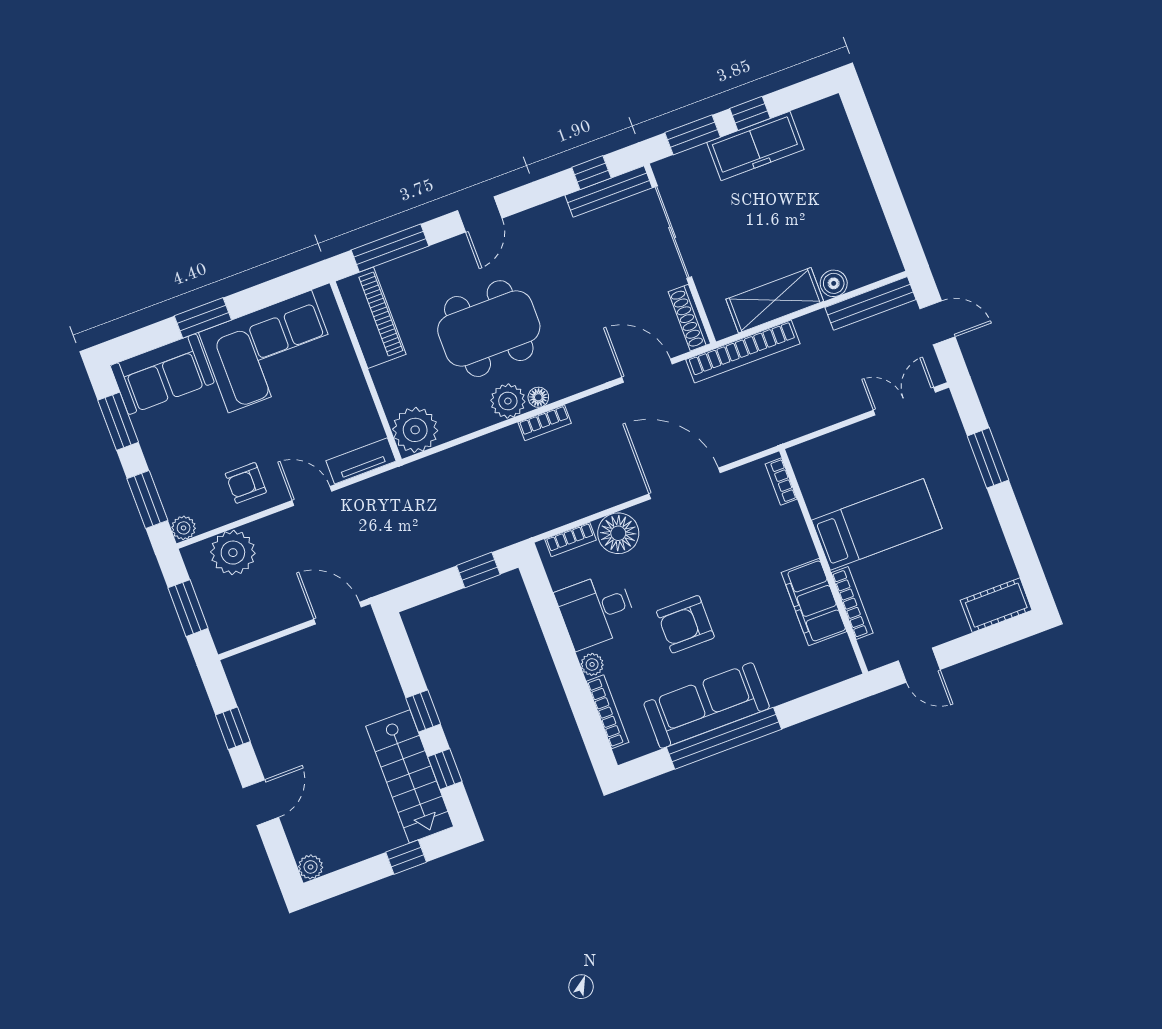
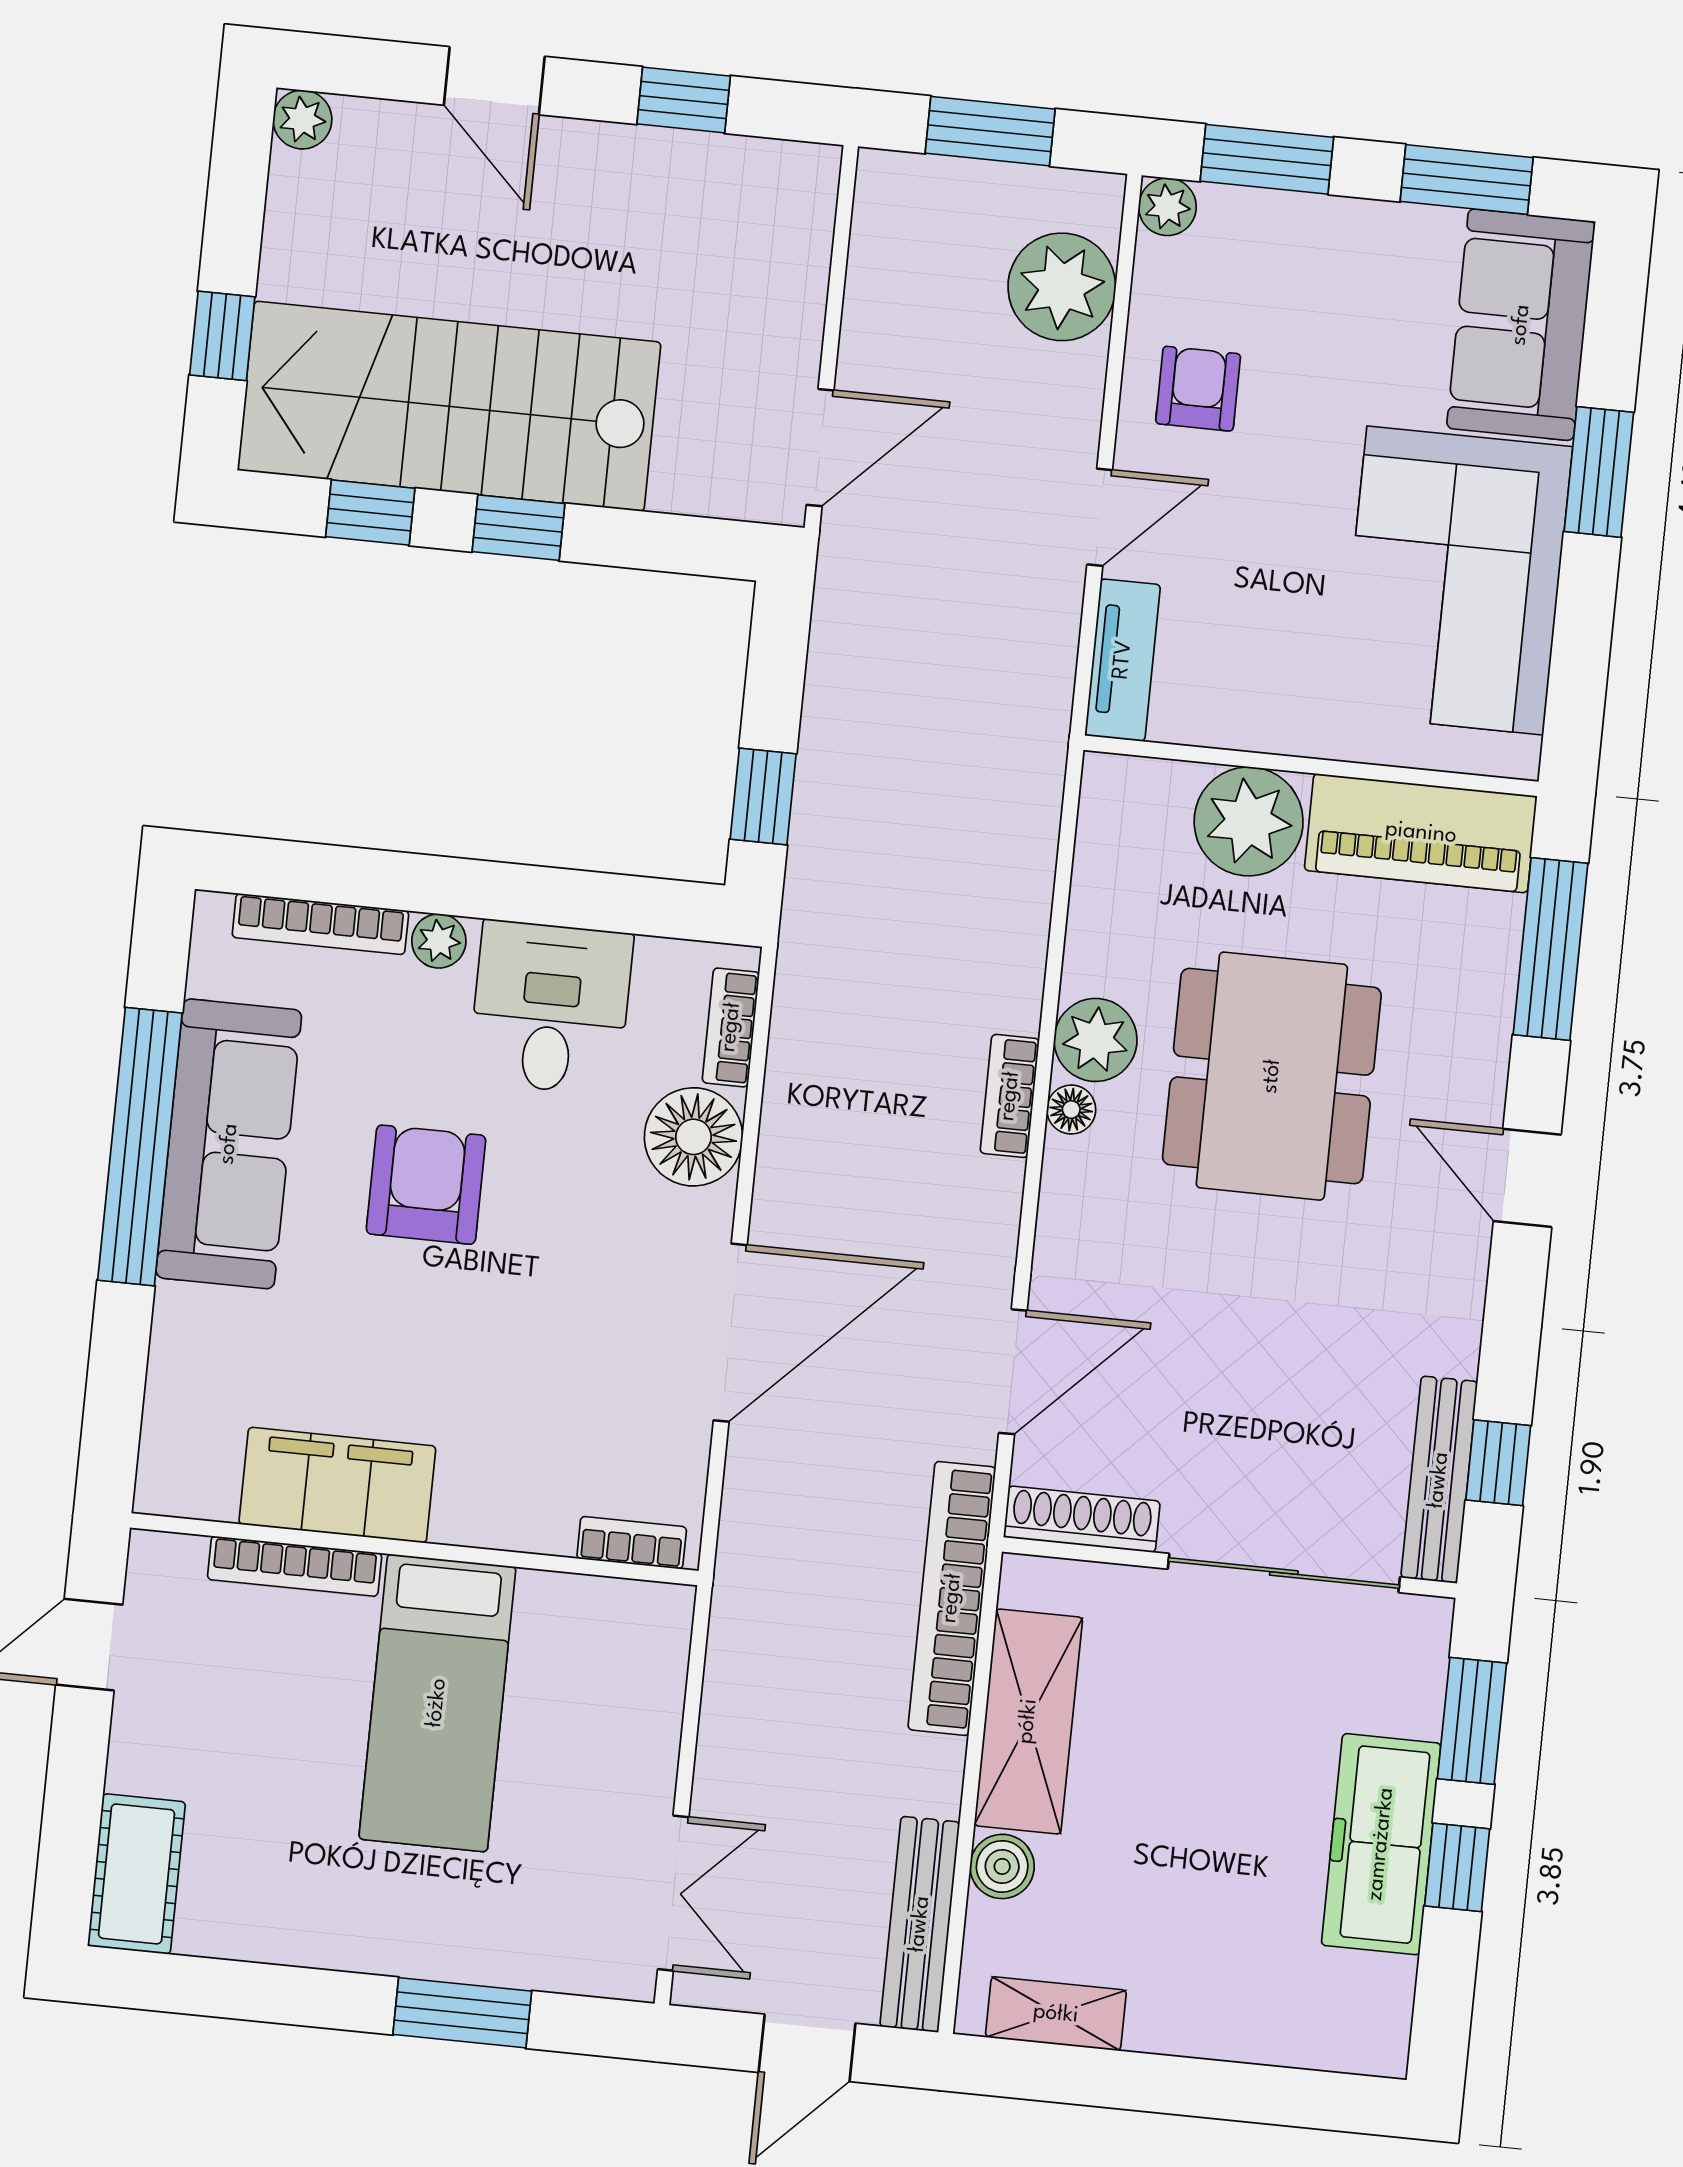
shelving: (879, 236) -> (1056, 2014), added
plant: (415, 430) -> (1249, 821), moved
stairs: (410, 776) -> (449, 406), width x1.36, depth x1.51

